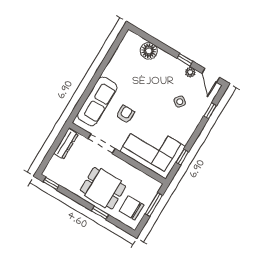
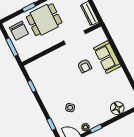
sofa: (97, 101) -> (107, 57), width x0.73
corner sofa: (153, 149) -> (50, 70), removed
chair: (132, 208) -> (19, 31), turned 90

